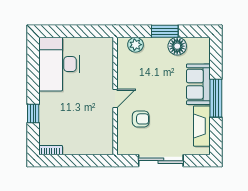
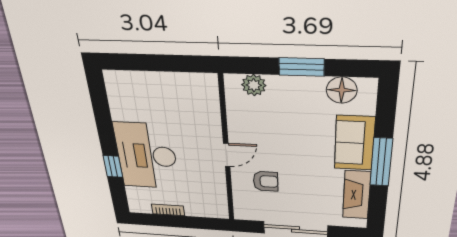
floor lamp: (177, 46) -> (342, 90), moved
desk: (59, 64) -> (147, 156), moved
bookcase: (51, 150) -> (168, 210), moved

